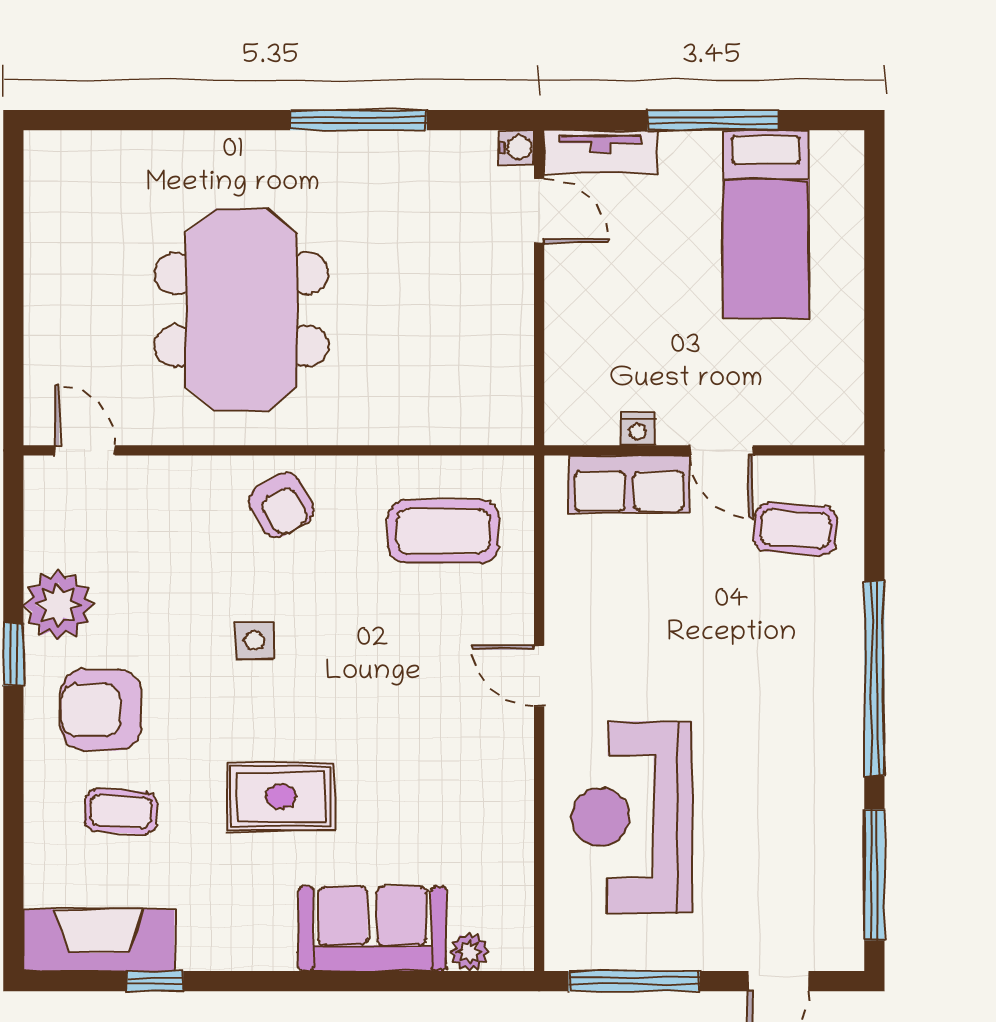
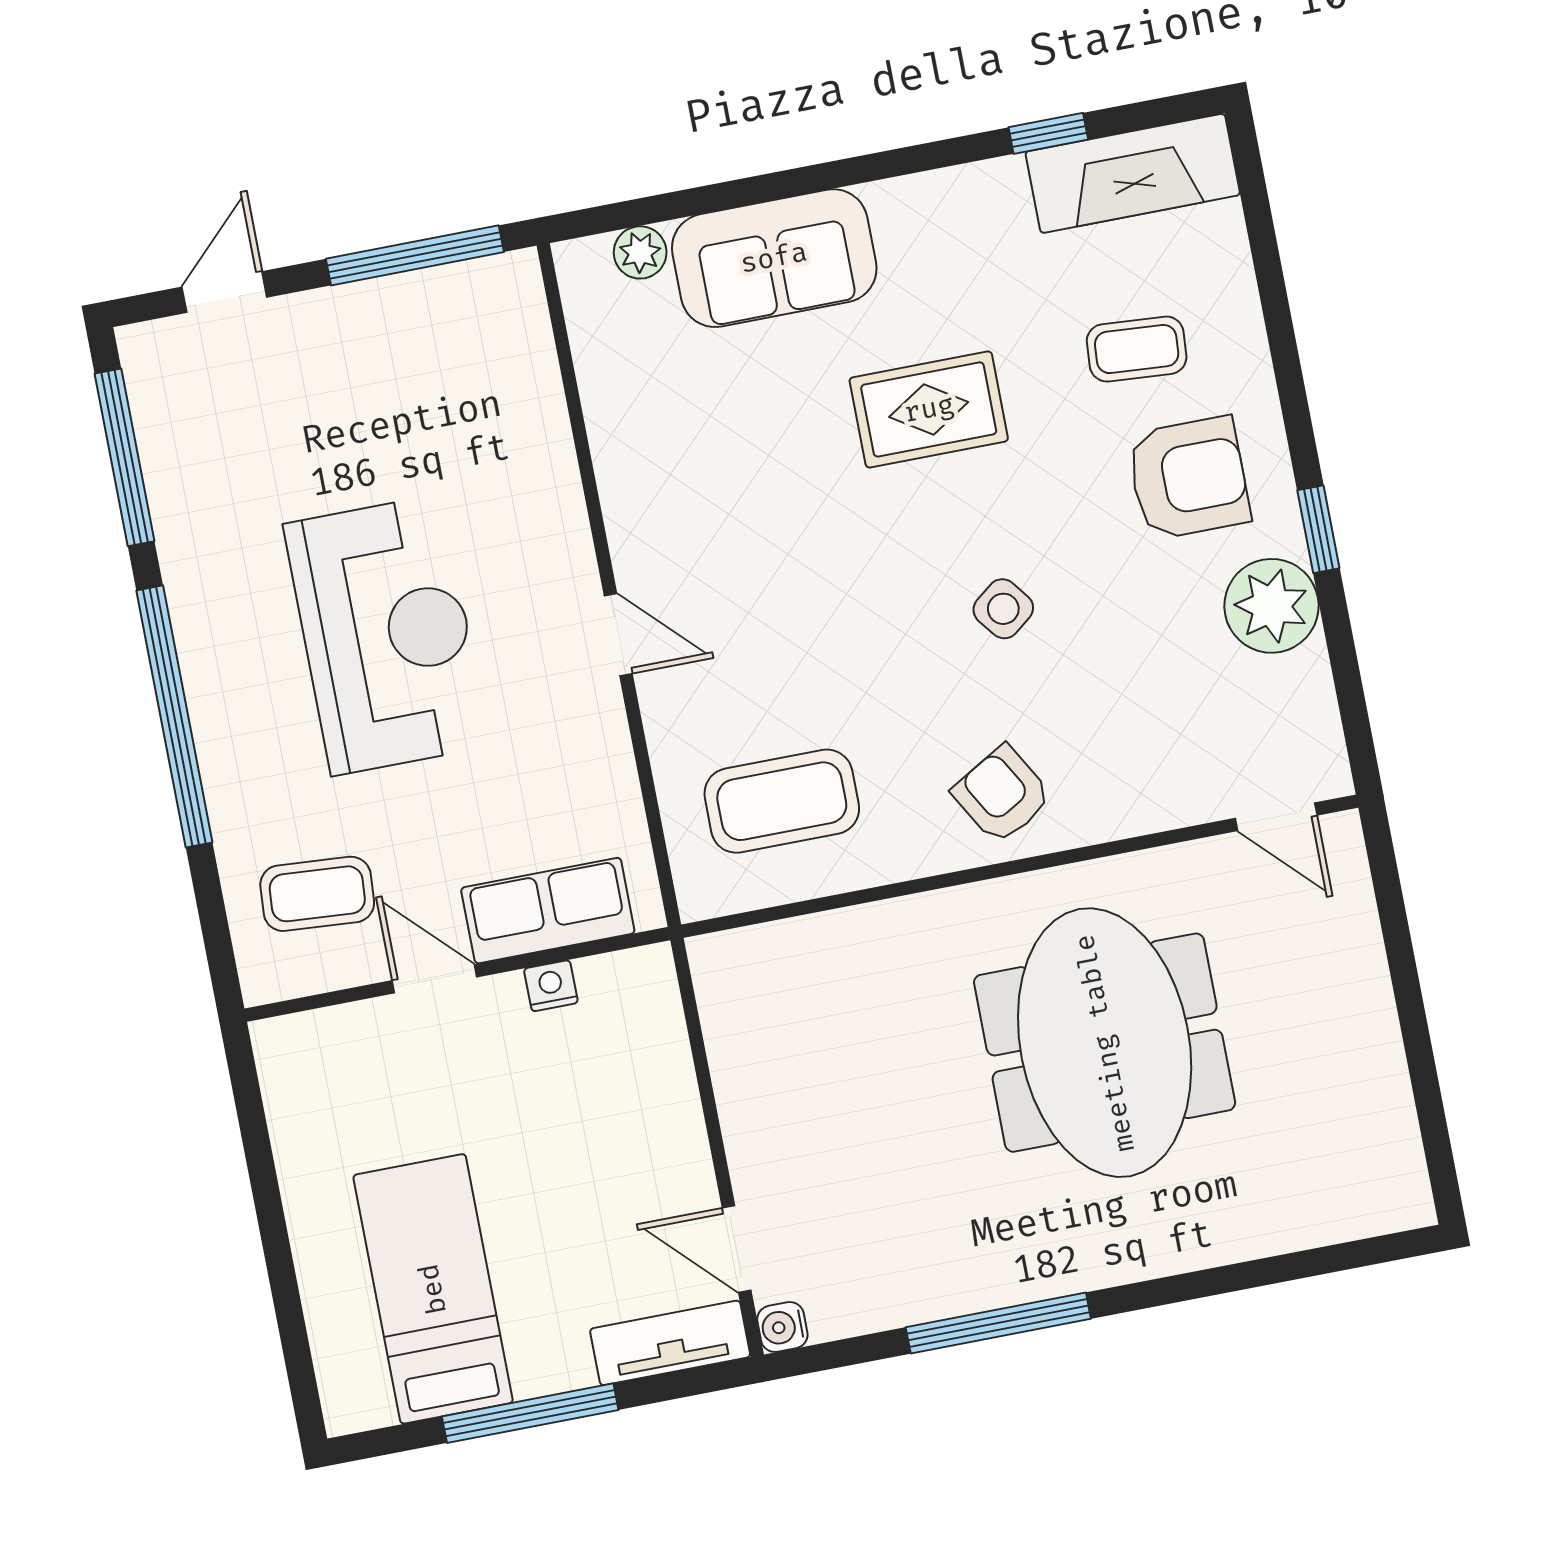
side table: (254, 641) -> (1003, 609), turned -38
reception desk: (632, 817) -> (386, 635), moved

